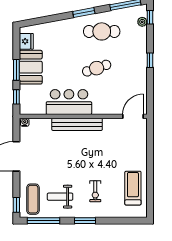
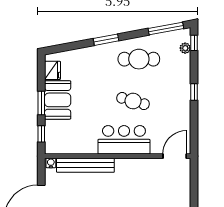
window: (84, 12) -> (106, 40), moved
cafe table: (97, 68) -> (133, 101), turned 35
bar counter: (69, 102) -> (124, 140), moved
bench: (77, 124) -> (85, 165), moved

